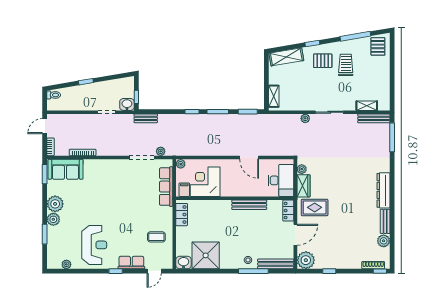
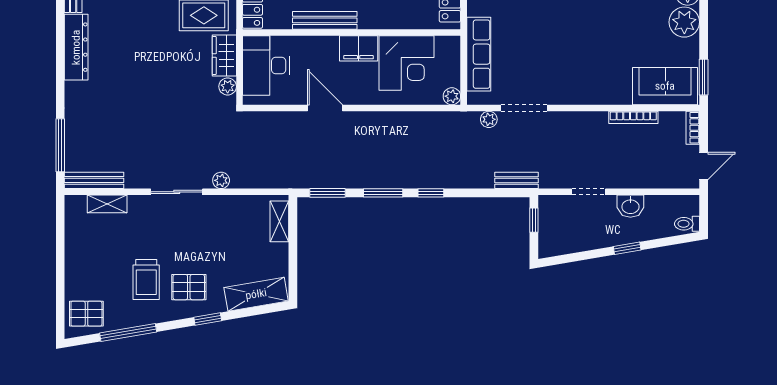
pallet: (378, 46) -> (86, 314), turned 90
washbasin: (127, 104) -> (630, 206), moved
filing cabinet: (184, 190) -> (359, 48), moved, width x2.00

